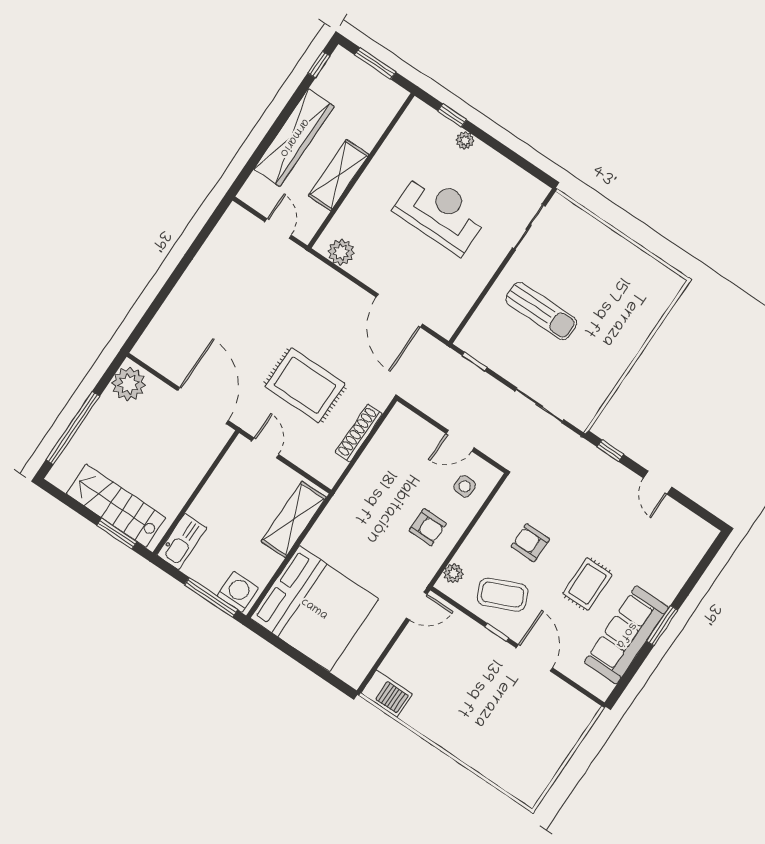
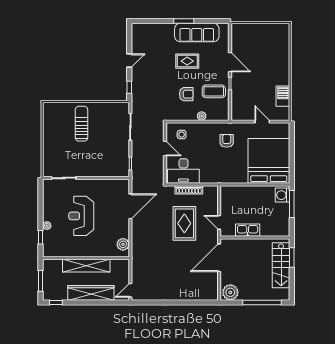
shelving: (339, 175) -> (86, 266), width x1.47
door: (278, 228) -> (130, 290), moved
sun lounger: (541, 311) -> (81, 124), moved
desk: (398, 446) -> (183, 171), added
door: (265, 448) -> (219, 222), hinge flipped
shelving: (294, 519) -> (240, 192), removed
armchair: (428, 527) -> (227, 141), moved
kitchen sink: (182, 541) -> (248, 230), moved
armchair: (530, 543) -> (186, 94), turned -90
plant: (453, 573) -> (202, 116), moved
coffee table: (502, 595) -> (214, 91), turned -66
door: (417, 606) -> (262, 122), moved
door: (534, 658) -> (230, 62), swing flipped
barbecue: (387, 694) -> (283, 96), moved

